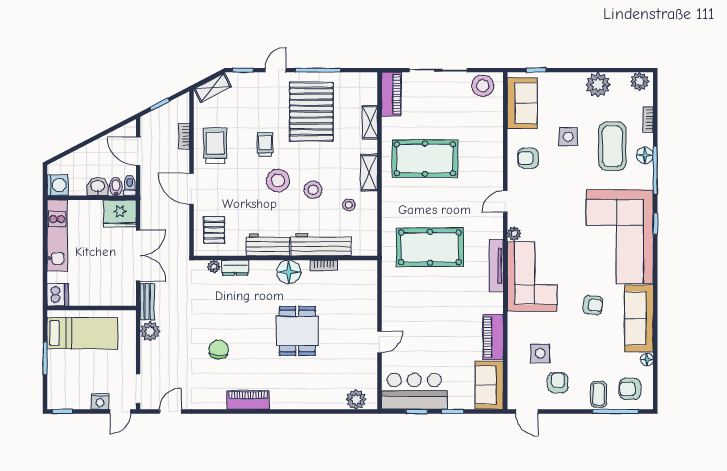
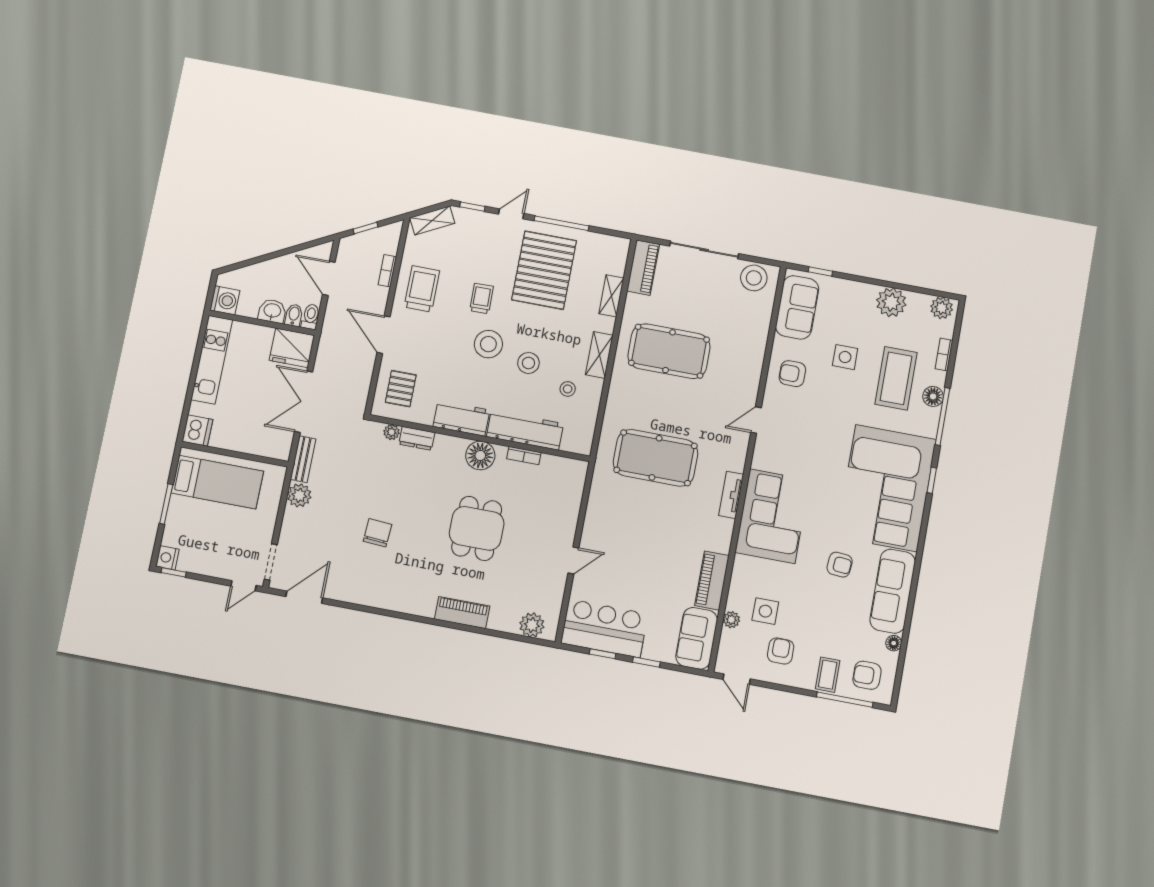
plant: (514, 233) -> (731, 620), moved
double door: (138, 255) -> (304, 402), swing flipped
tv unit: (496, 266) -> (731, 495), width x0.71
piano: (248, 400) -> (462, 613), moved
nightstand: (100, 401) -> (167, 558), moved, turned 90
door: (171, 411) -> (304, 597), width x1.38

